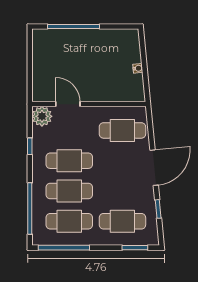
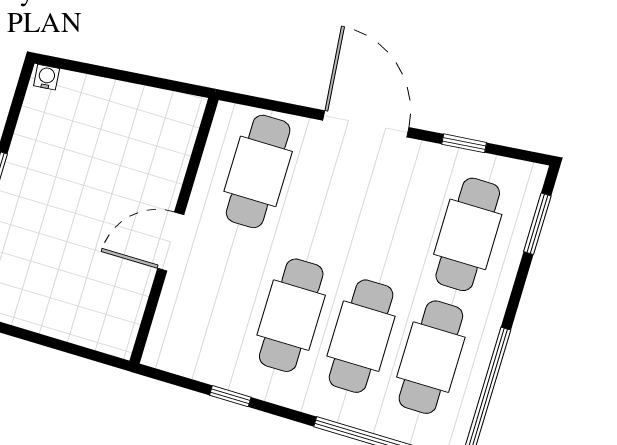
water cooler: (138, 68) -> (47, 77), moved
door: (68, 104) -> (171, 242), moved
plant: (42, 116) -> (170, 347), removed

